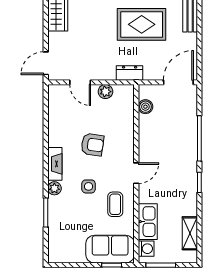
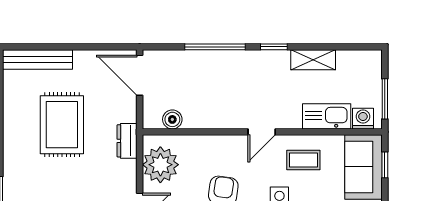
plant: (105, 92) -> (160, 165), width x1.87, depth x1.87
door: (136, 173) -> (262, 132), swing flipped
shelving: (190, 233) -> (313, 60), moved

